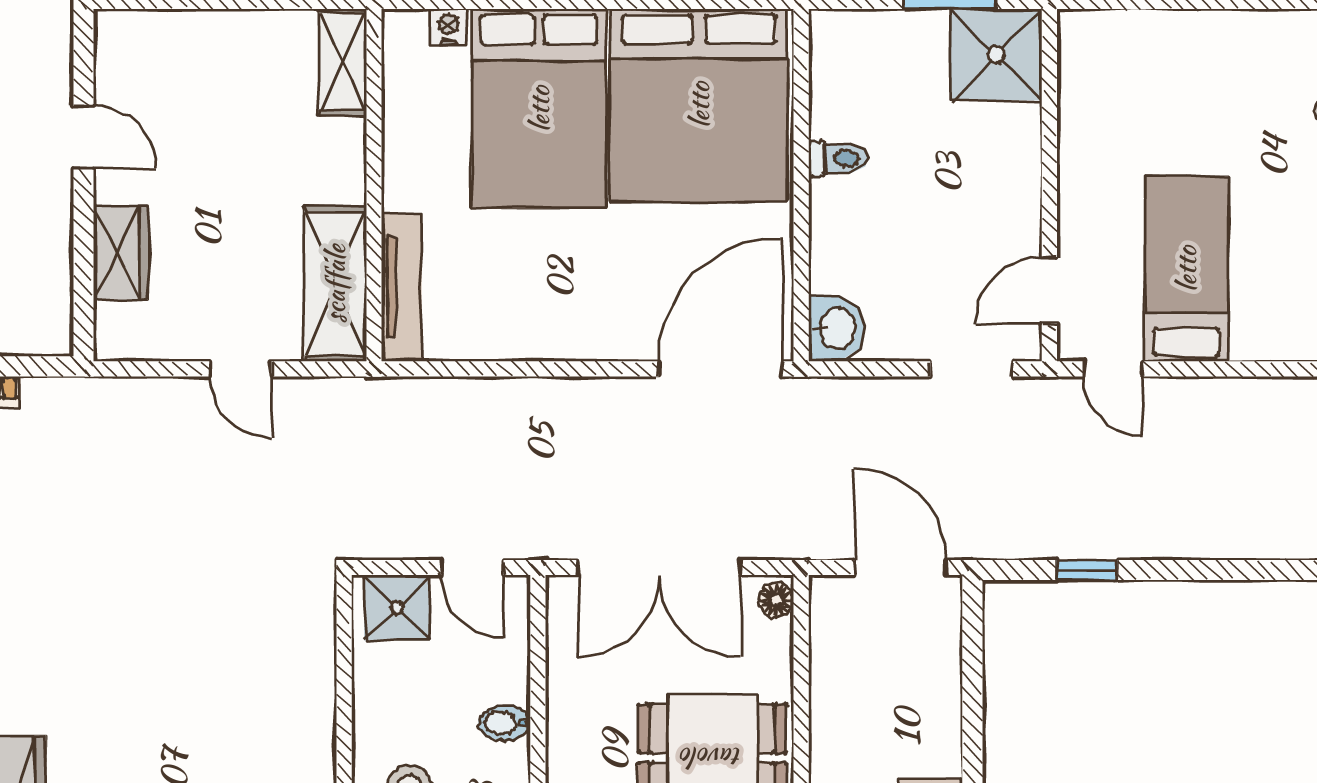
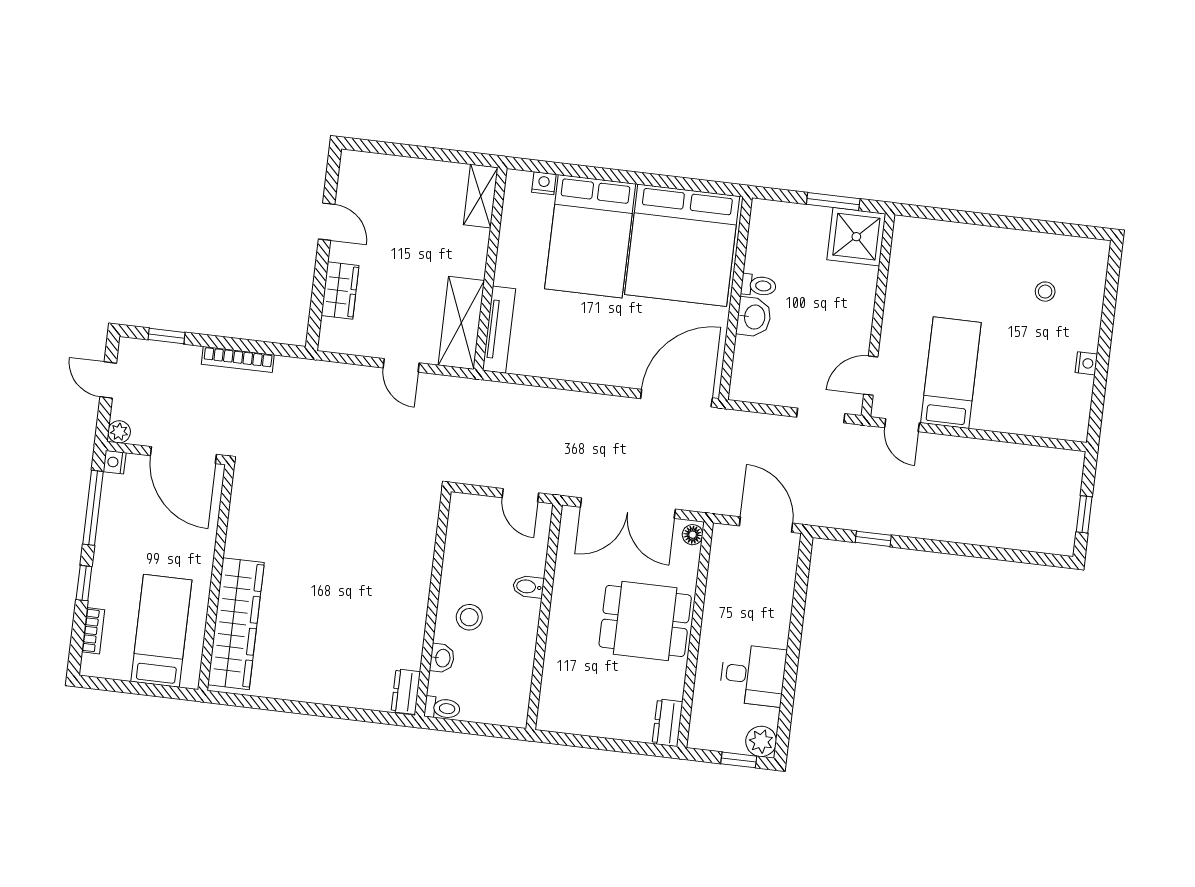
washbasin: (836, 328) -> (754, 317), moved
shower: (397, 608) -> (474, 513), removed

